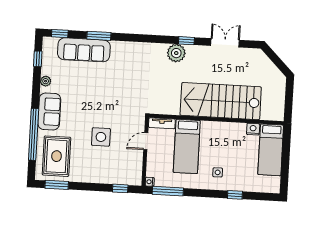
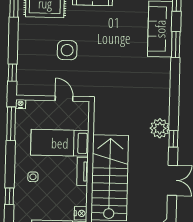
tv unit: (162, 123) -> (82, 171), moved

